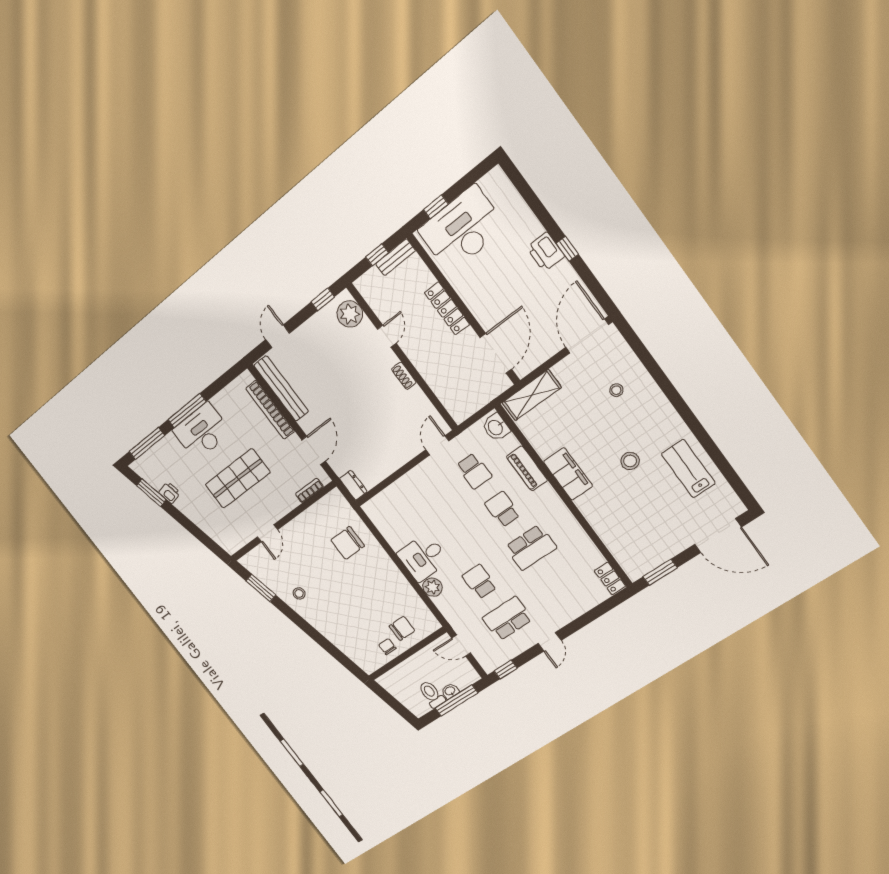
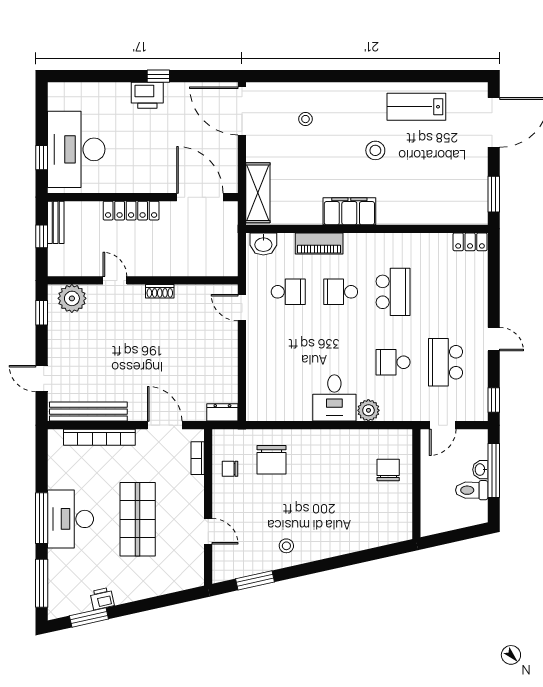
chair: (387, 647) -> (230, 469), moved

